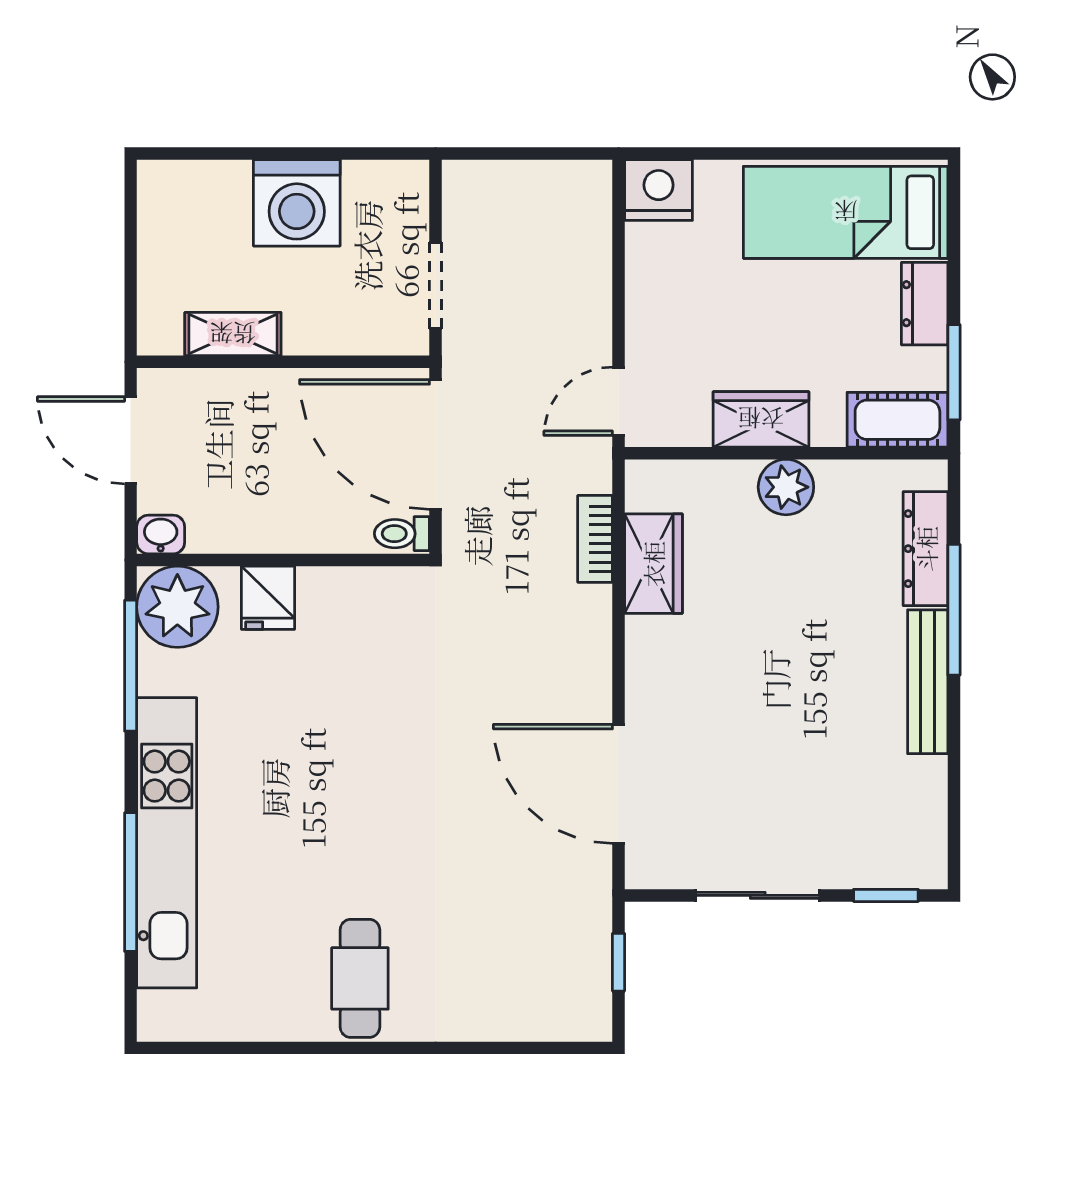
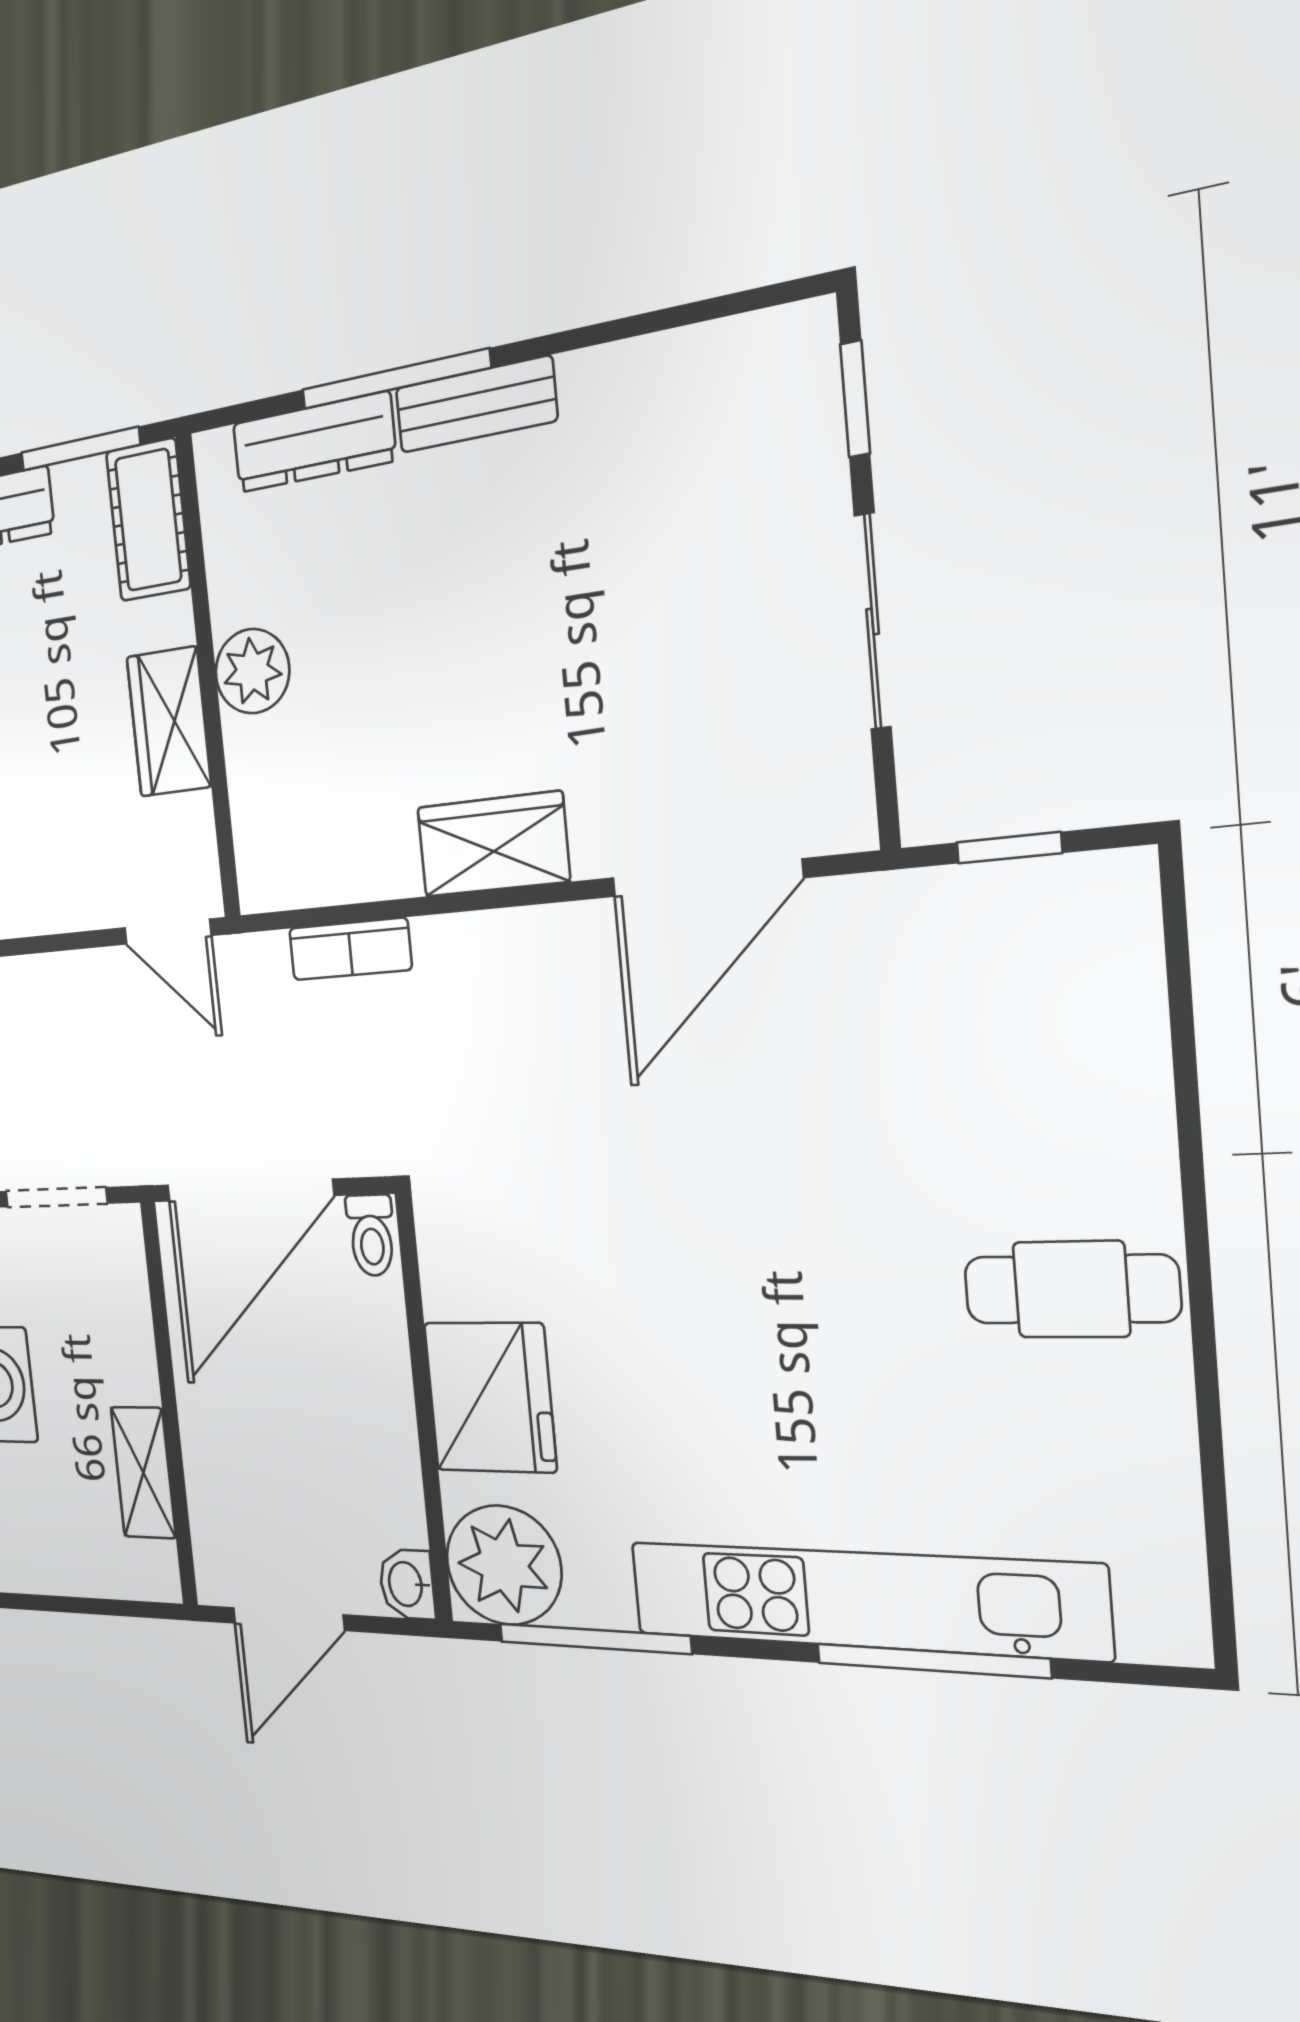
wardrobe: (653, 564) -> (493, 844), moved
fridge: (268, 598) -> (490, 1397), width x1.88, depth x1.34
bench: (928, 682) -> (476, 404), width x0.73

